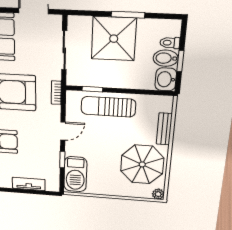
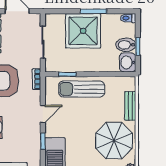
toilet: (170, 43) -> (128, 18), moved

